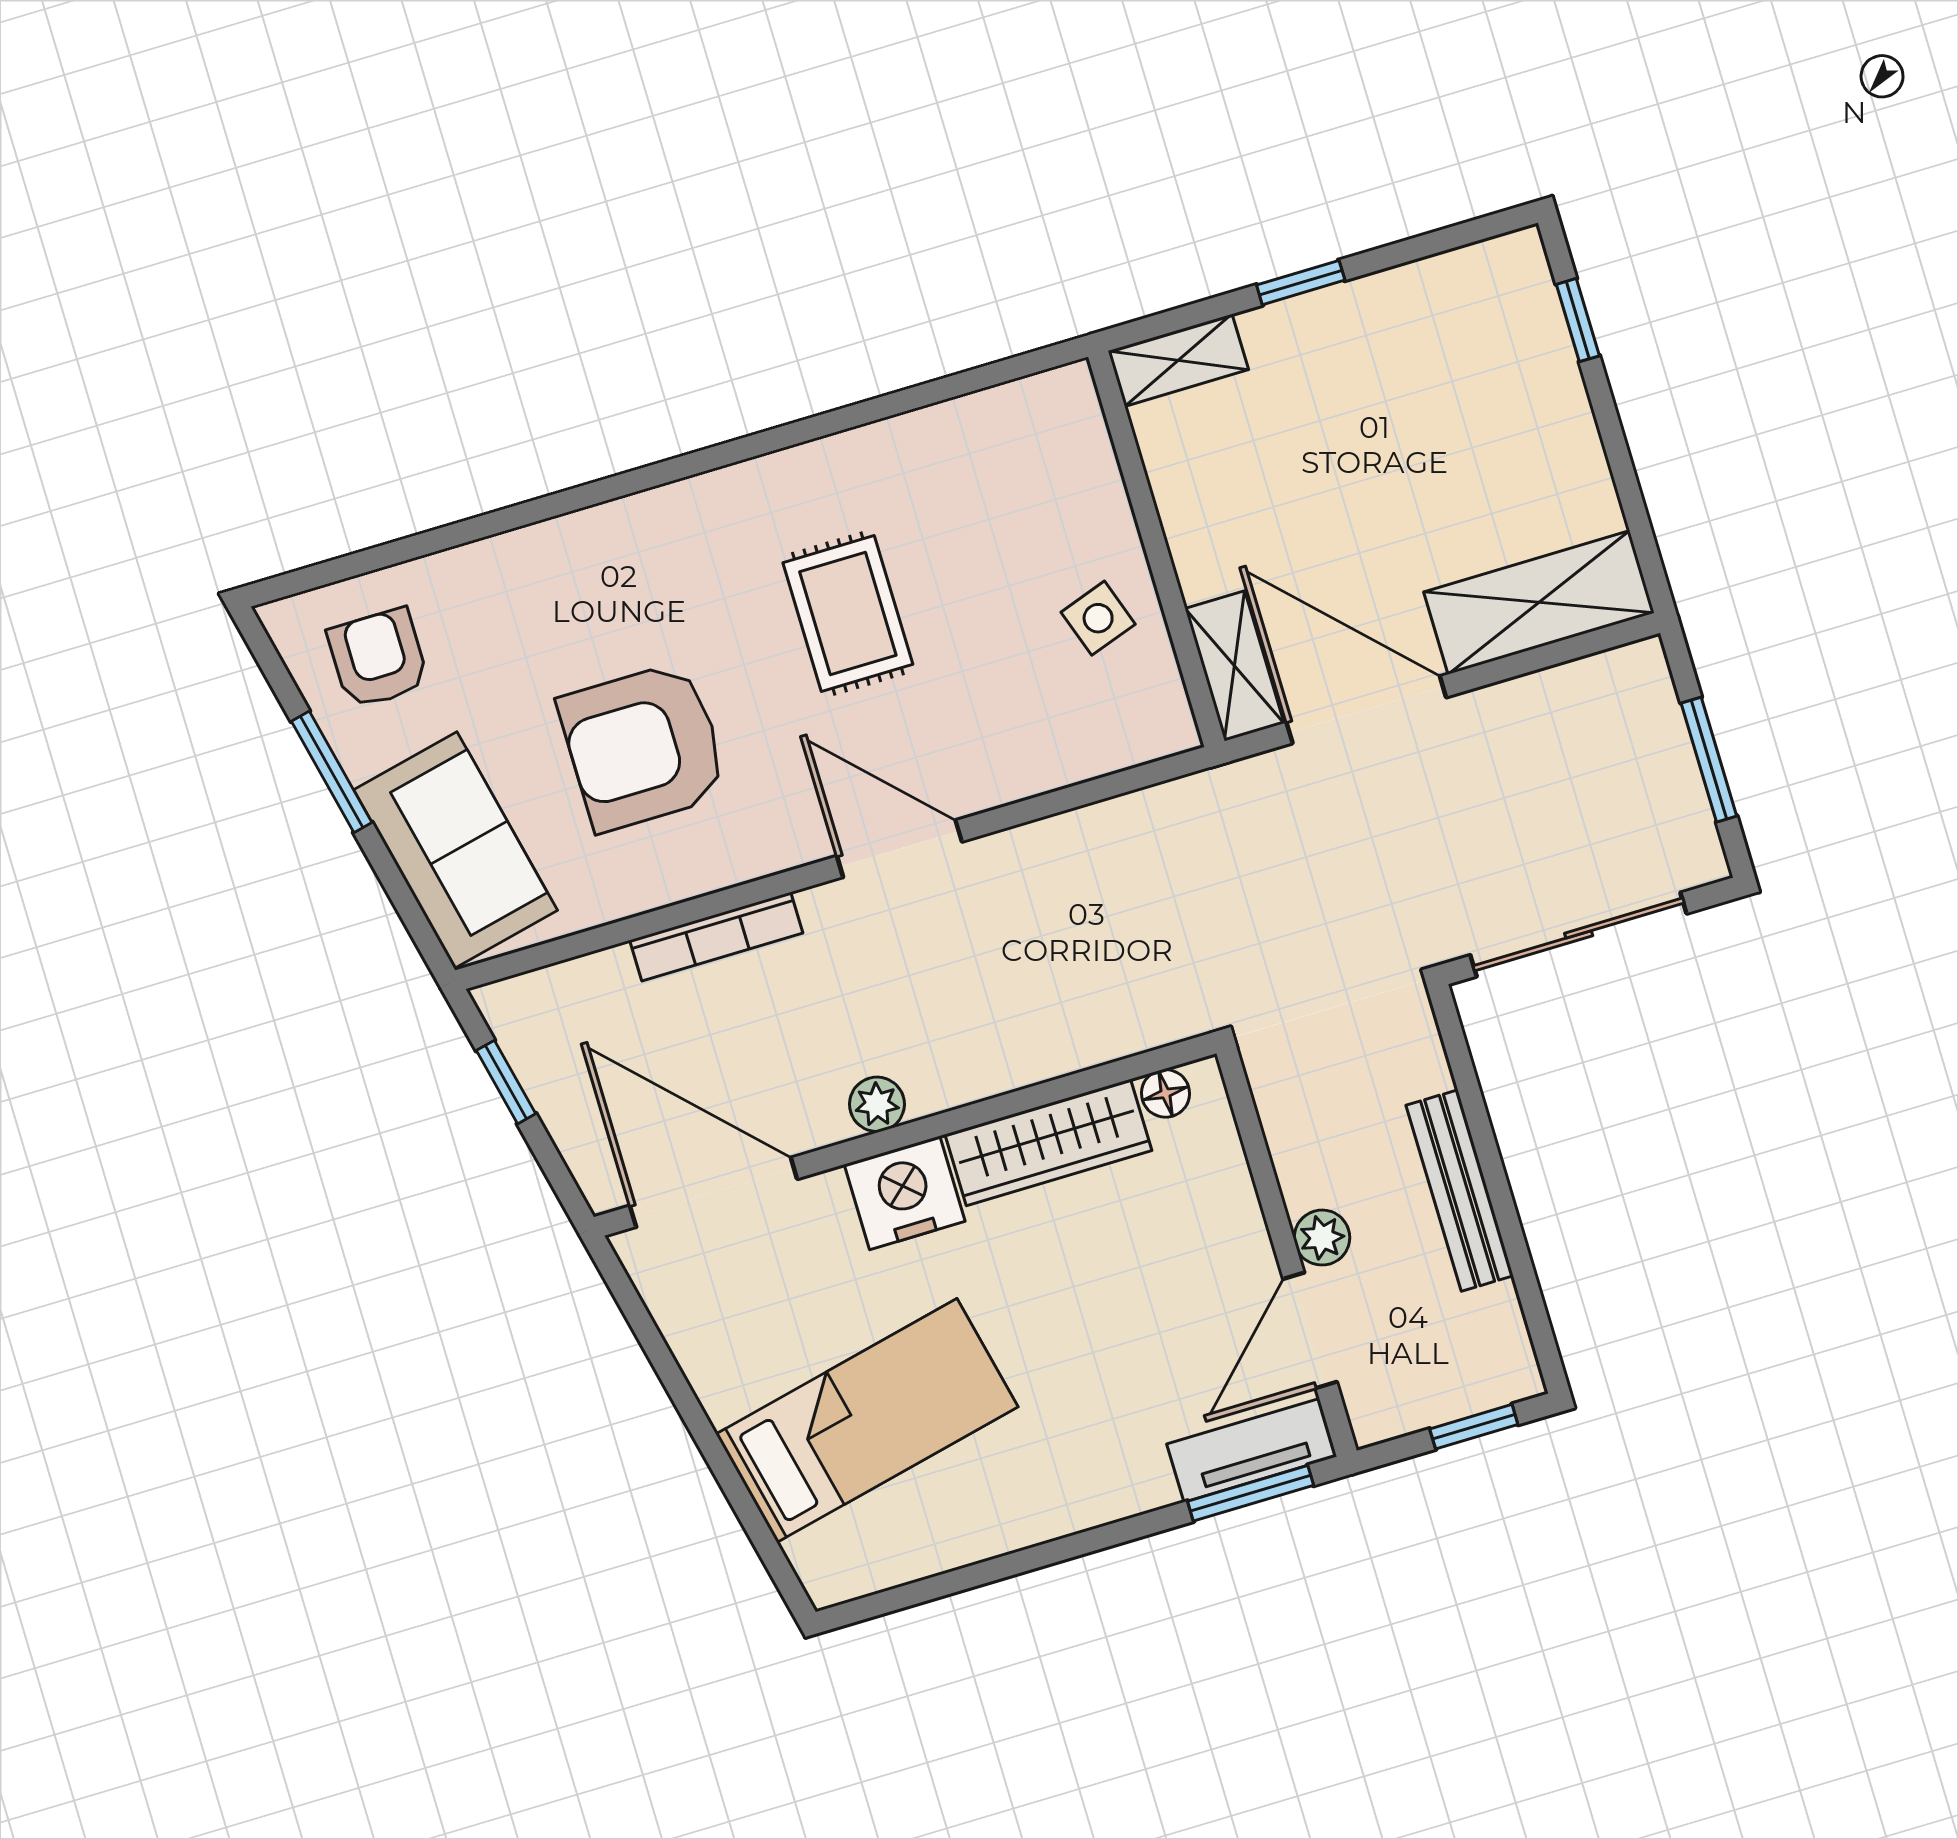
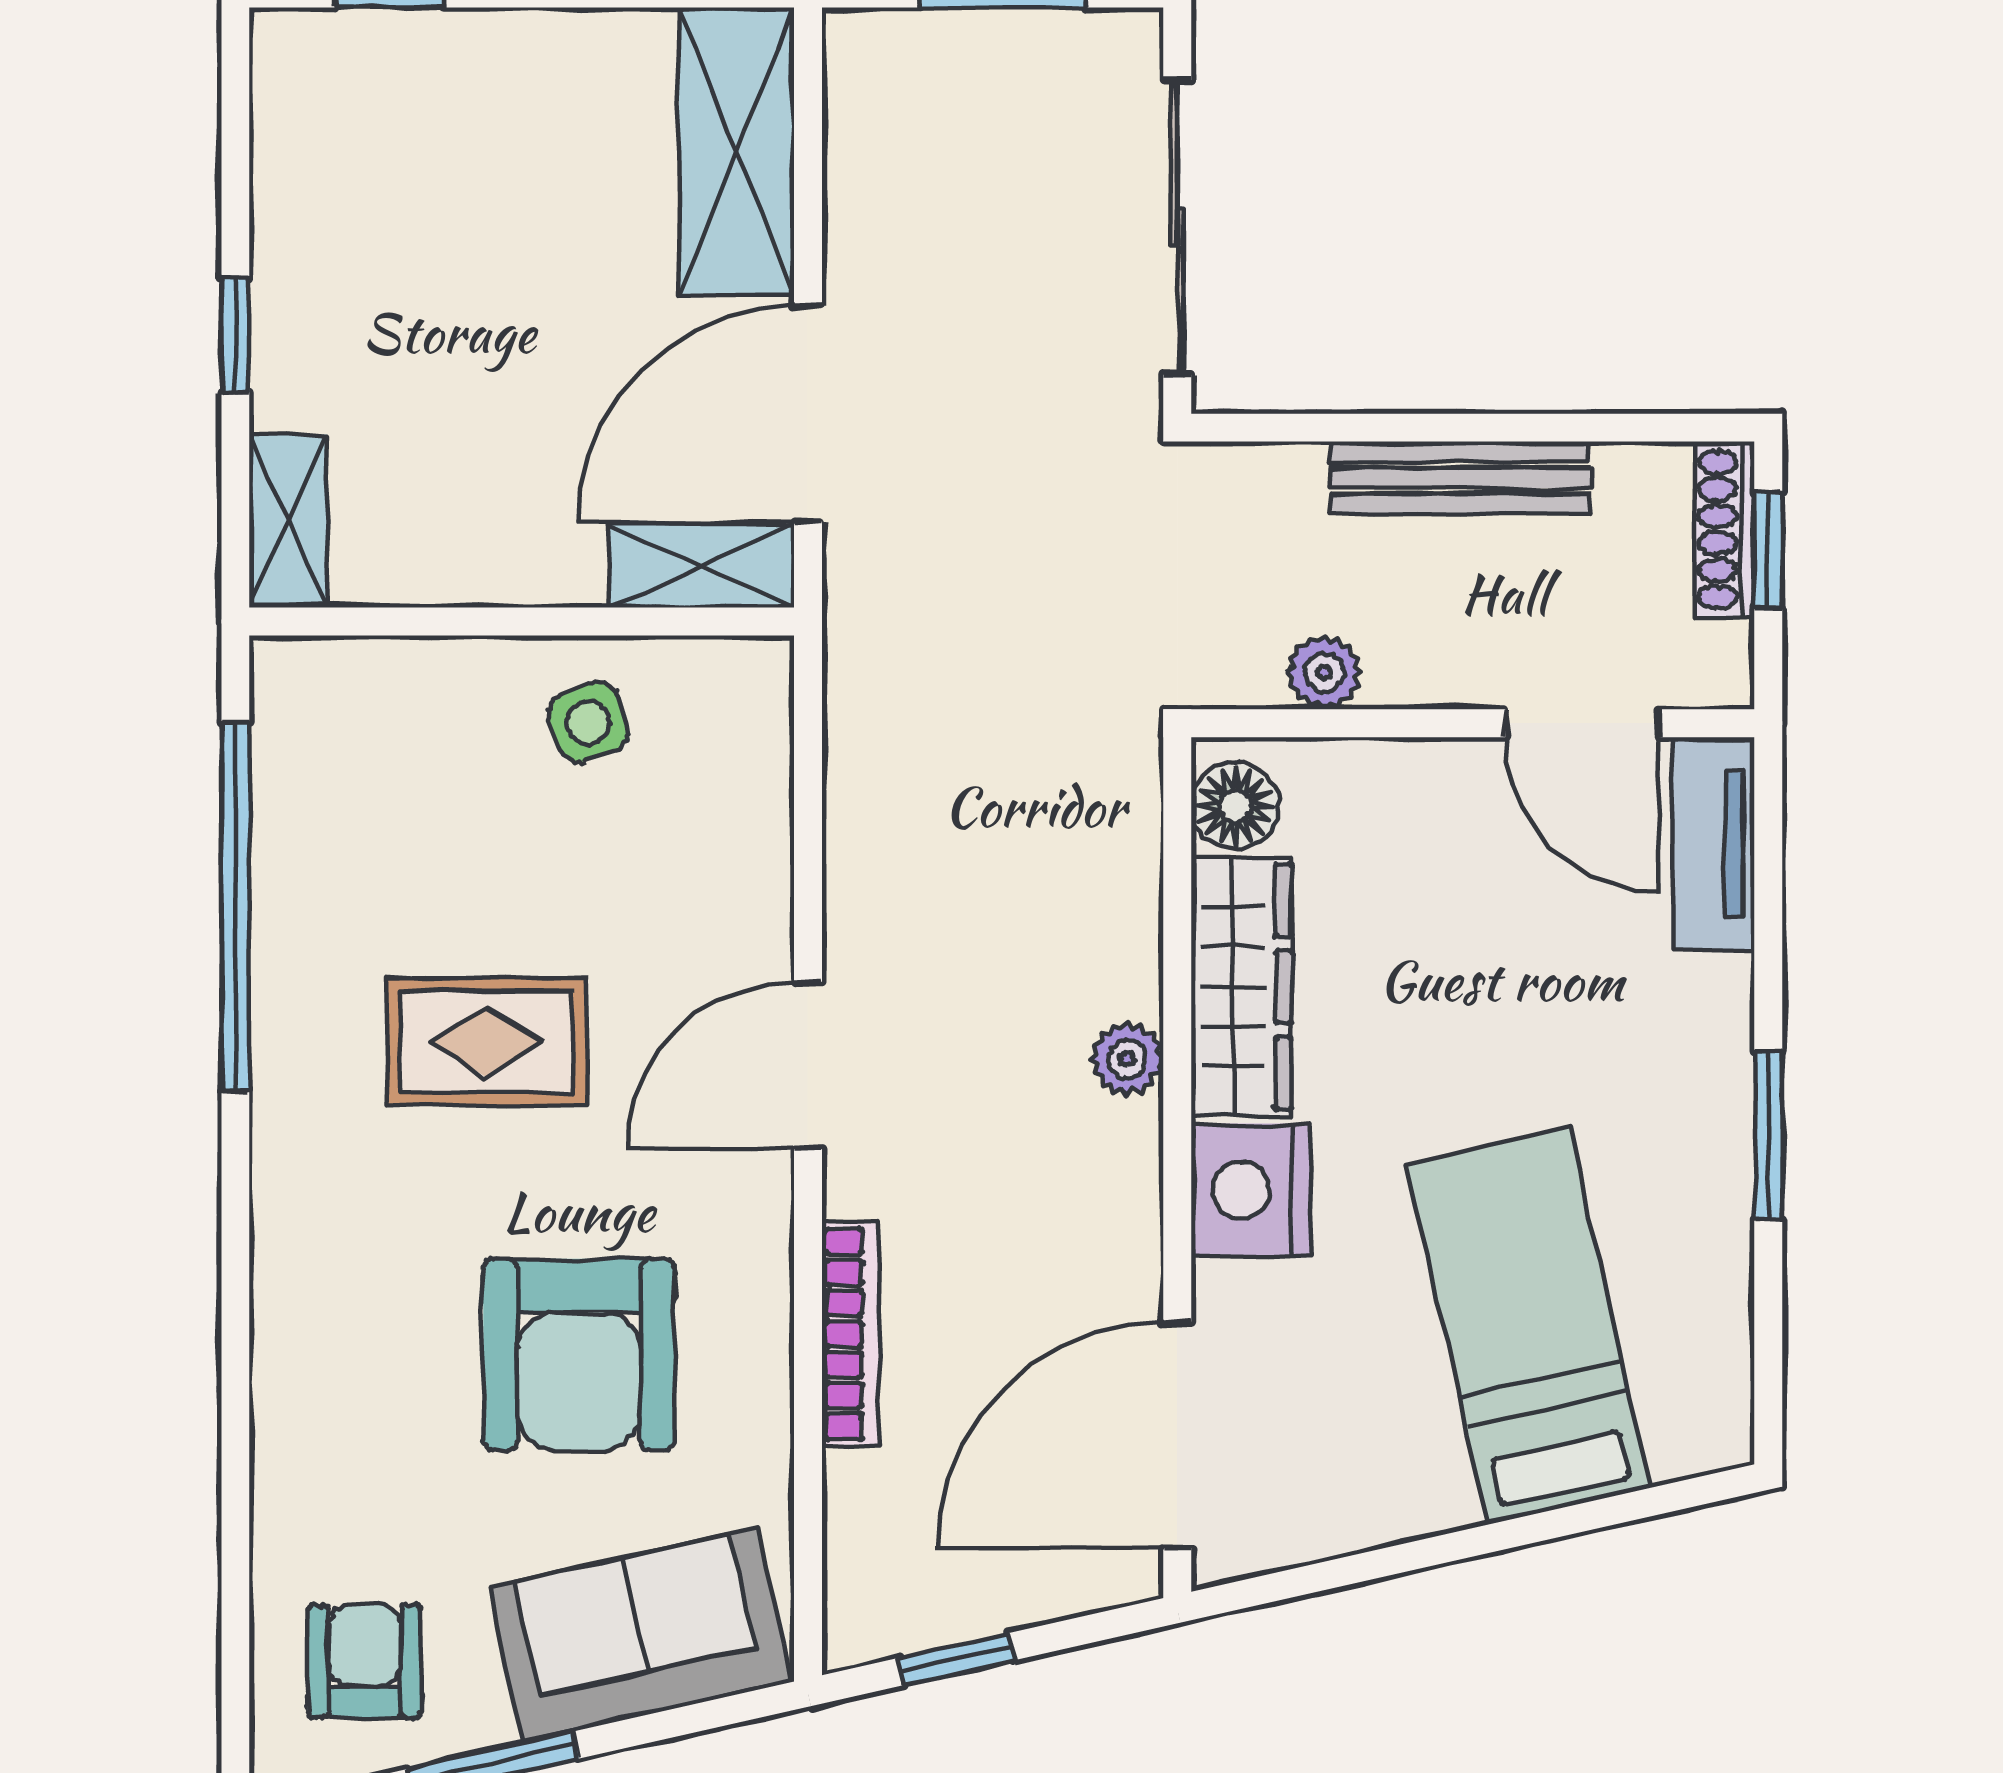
window: (891, 405) -> (235, 906), added
armchair: (378, 658) -> (364, 1661), turned 90
floor lamp: (1166, 1093) -> (1235, 806), width x1.37, depth x1.37
plant: (877, 1104) -> (1127, 1059), moved
plant: (1322, 1238) -> (1324, 672), moved
shoe rack: (1479, 1391) -> (1725, 530), added
window: (1251, 1493) -> (1768, 1136), moved

